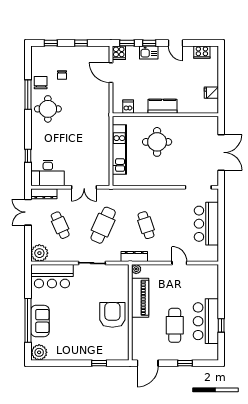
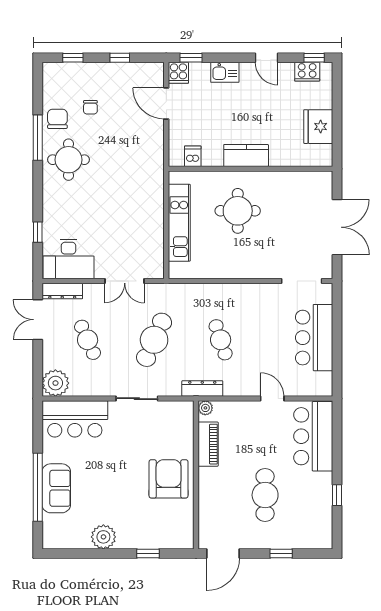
window: (149, 43) -> (314, 58), moved
fridge: (211, 93) -> (318, 127), width x1.88, depth x1.34
piano: (140, 298) -> (208, 444), width x0.73, depth x0.75
bar counter: (206, 321) -> (313, 436), moved
plant: (39, 352) -> (103, 537), moved

